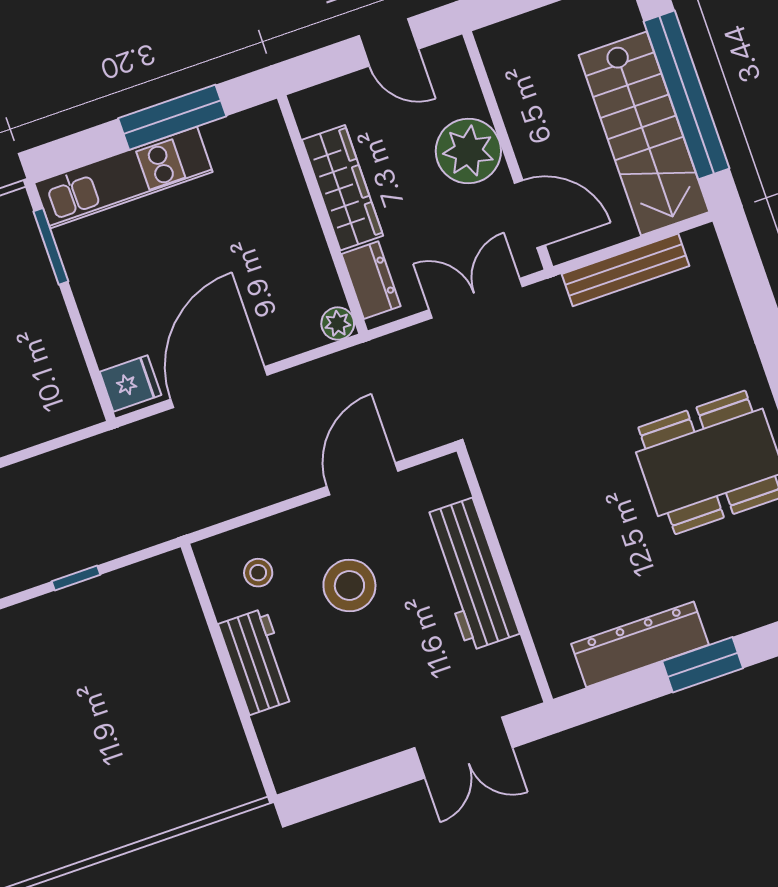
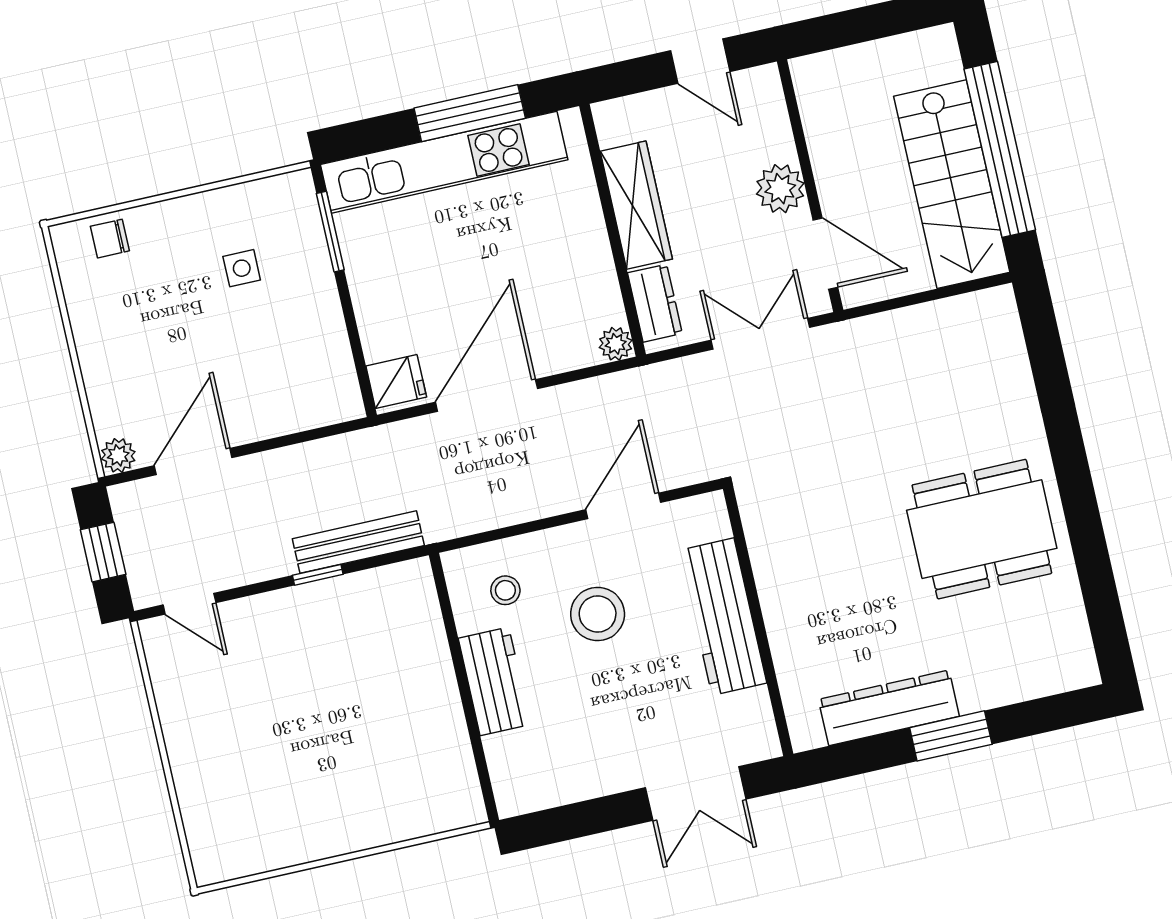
plant: (468, 151) -> (780, 189), width x0.73, depth x0.73
kitchen unit: (123, 177) -> (444, 162), width x1.36
bench: (625, 270) -> (358, 542), moved

